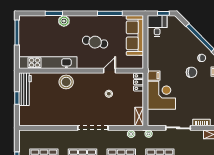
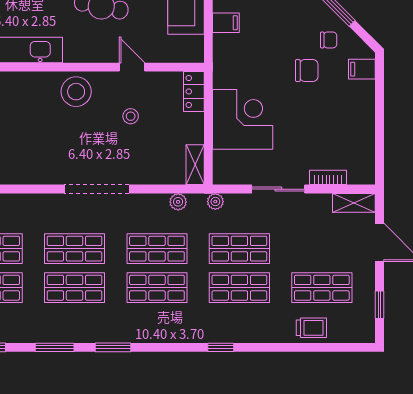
door: (109, 71) -> (132, 67), hinge flipped
filing cabinet: (154, 76) -> (226, 23), moved
stool: (66, 82) -> (76, 92), moved

